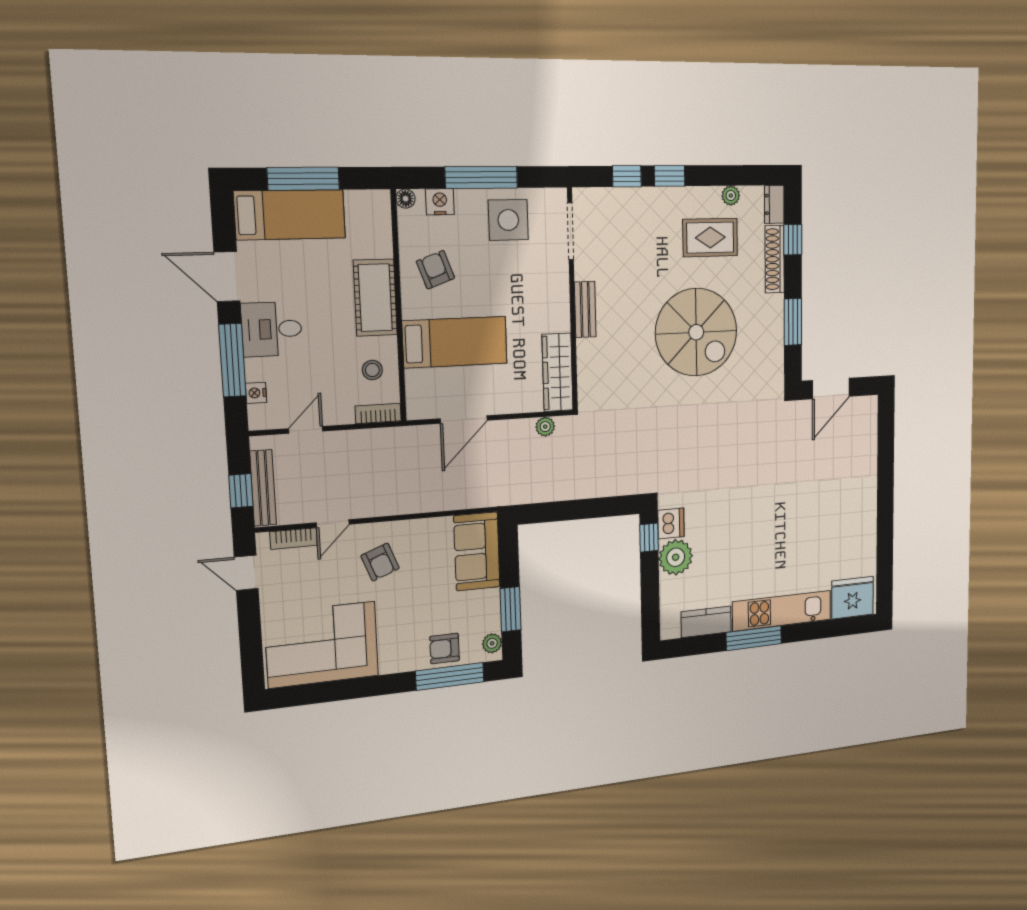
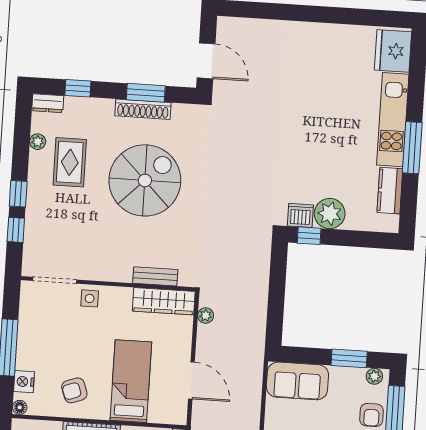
side table: (508, 220) -> (90, 298), moved, width x0.54, depth x0.54
shoe rack: (775, 259) -> (143, 109), moved
bench: (585, 310) -> (155, 276), moved

